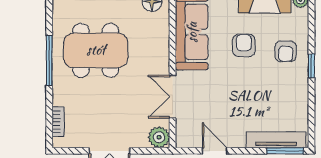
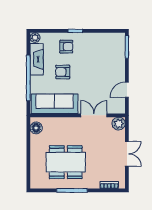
dining table: (96, 50) -> (66, 162), turned 90
double door: (173, 97) -> (94, 115), swing flipped
tv unit: (276, 140) -> (120, 52), removed

